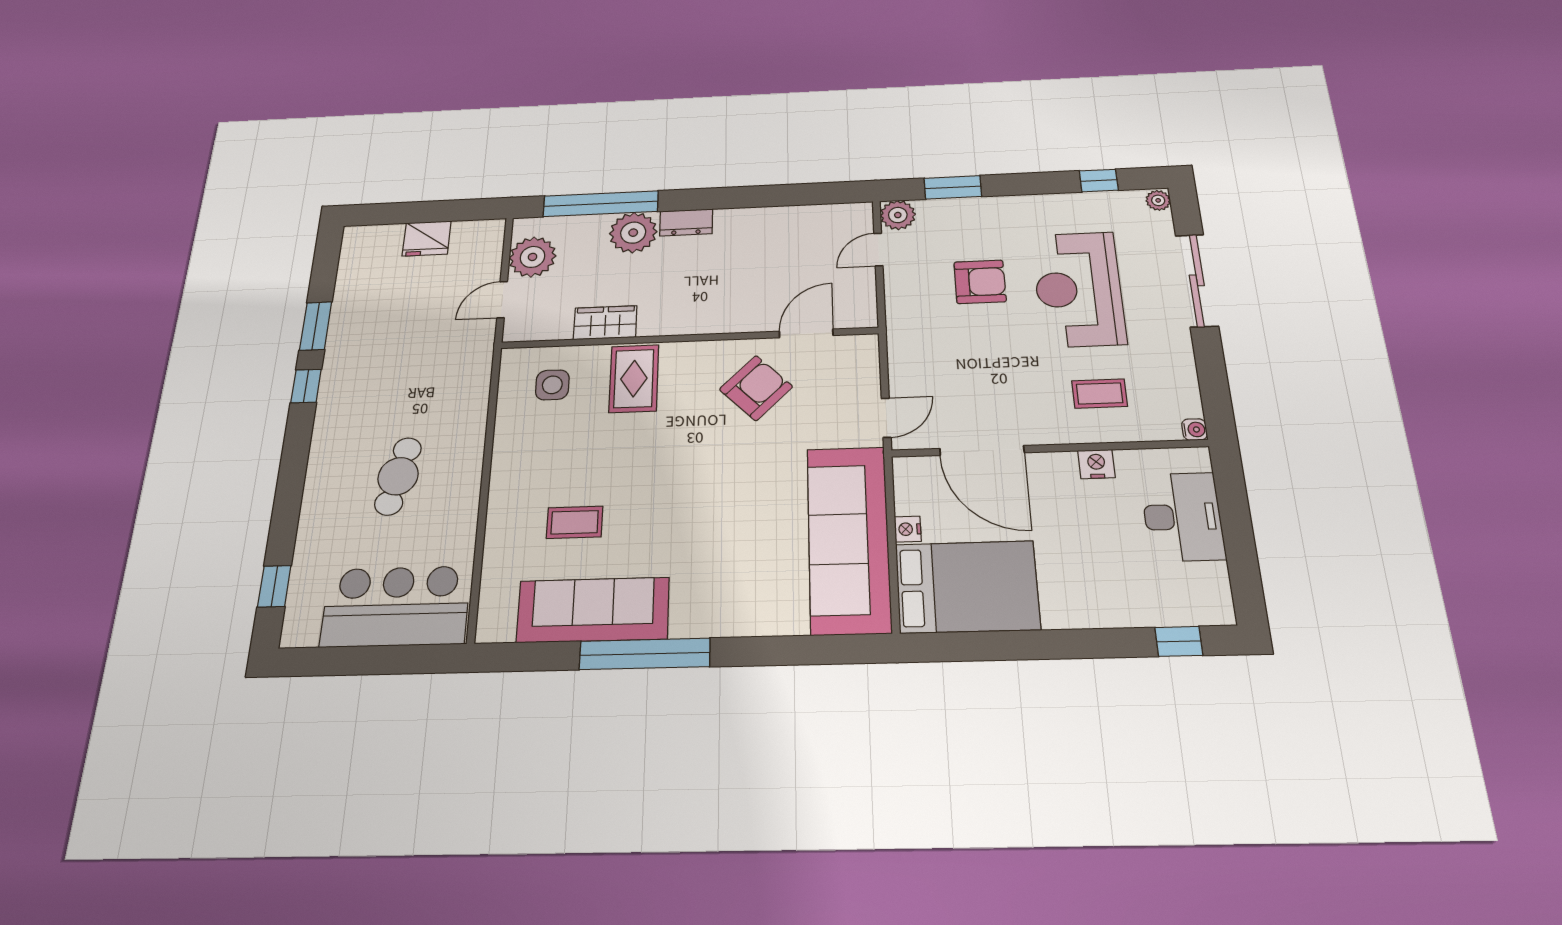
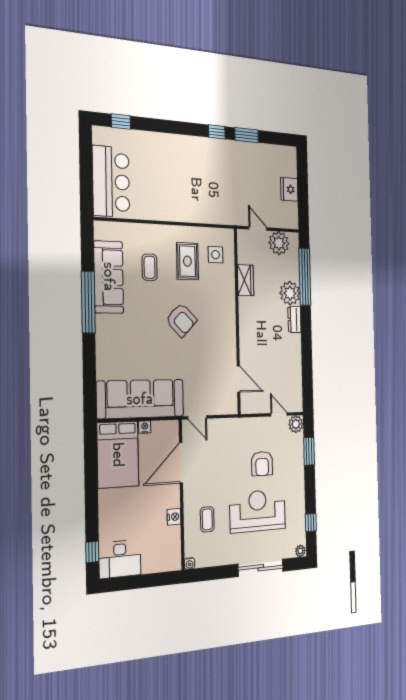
rug: (634, 379) -> (187, 261), moved, turned 90
armchair: (756, 388) -> (181, 320), moved
cafe table: (398, 476) -> (173, 180), removed
desk: (1182, 517) -> (120, 559), moved

